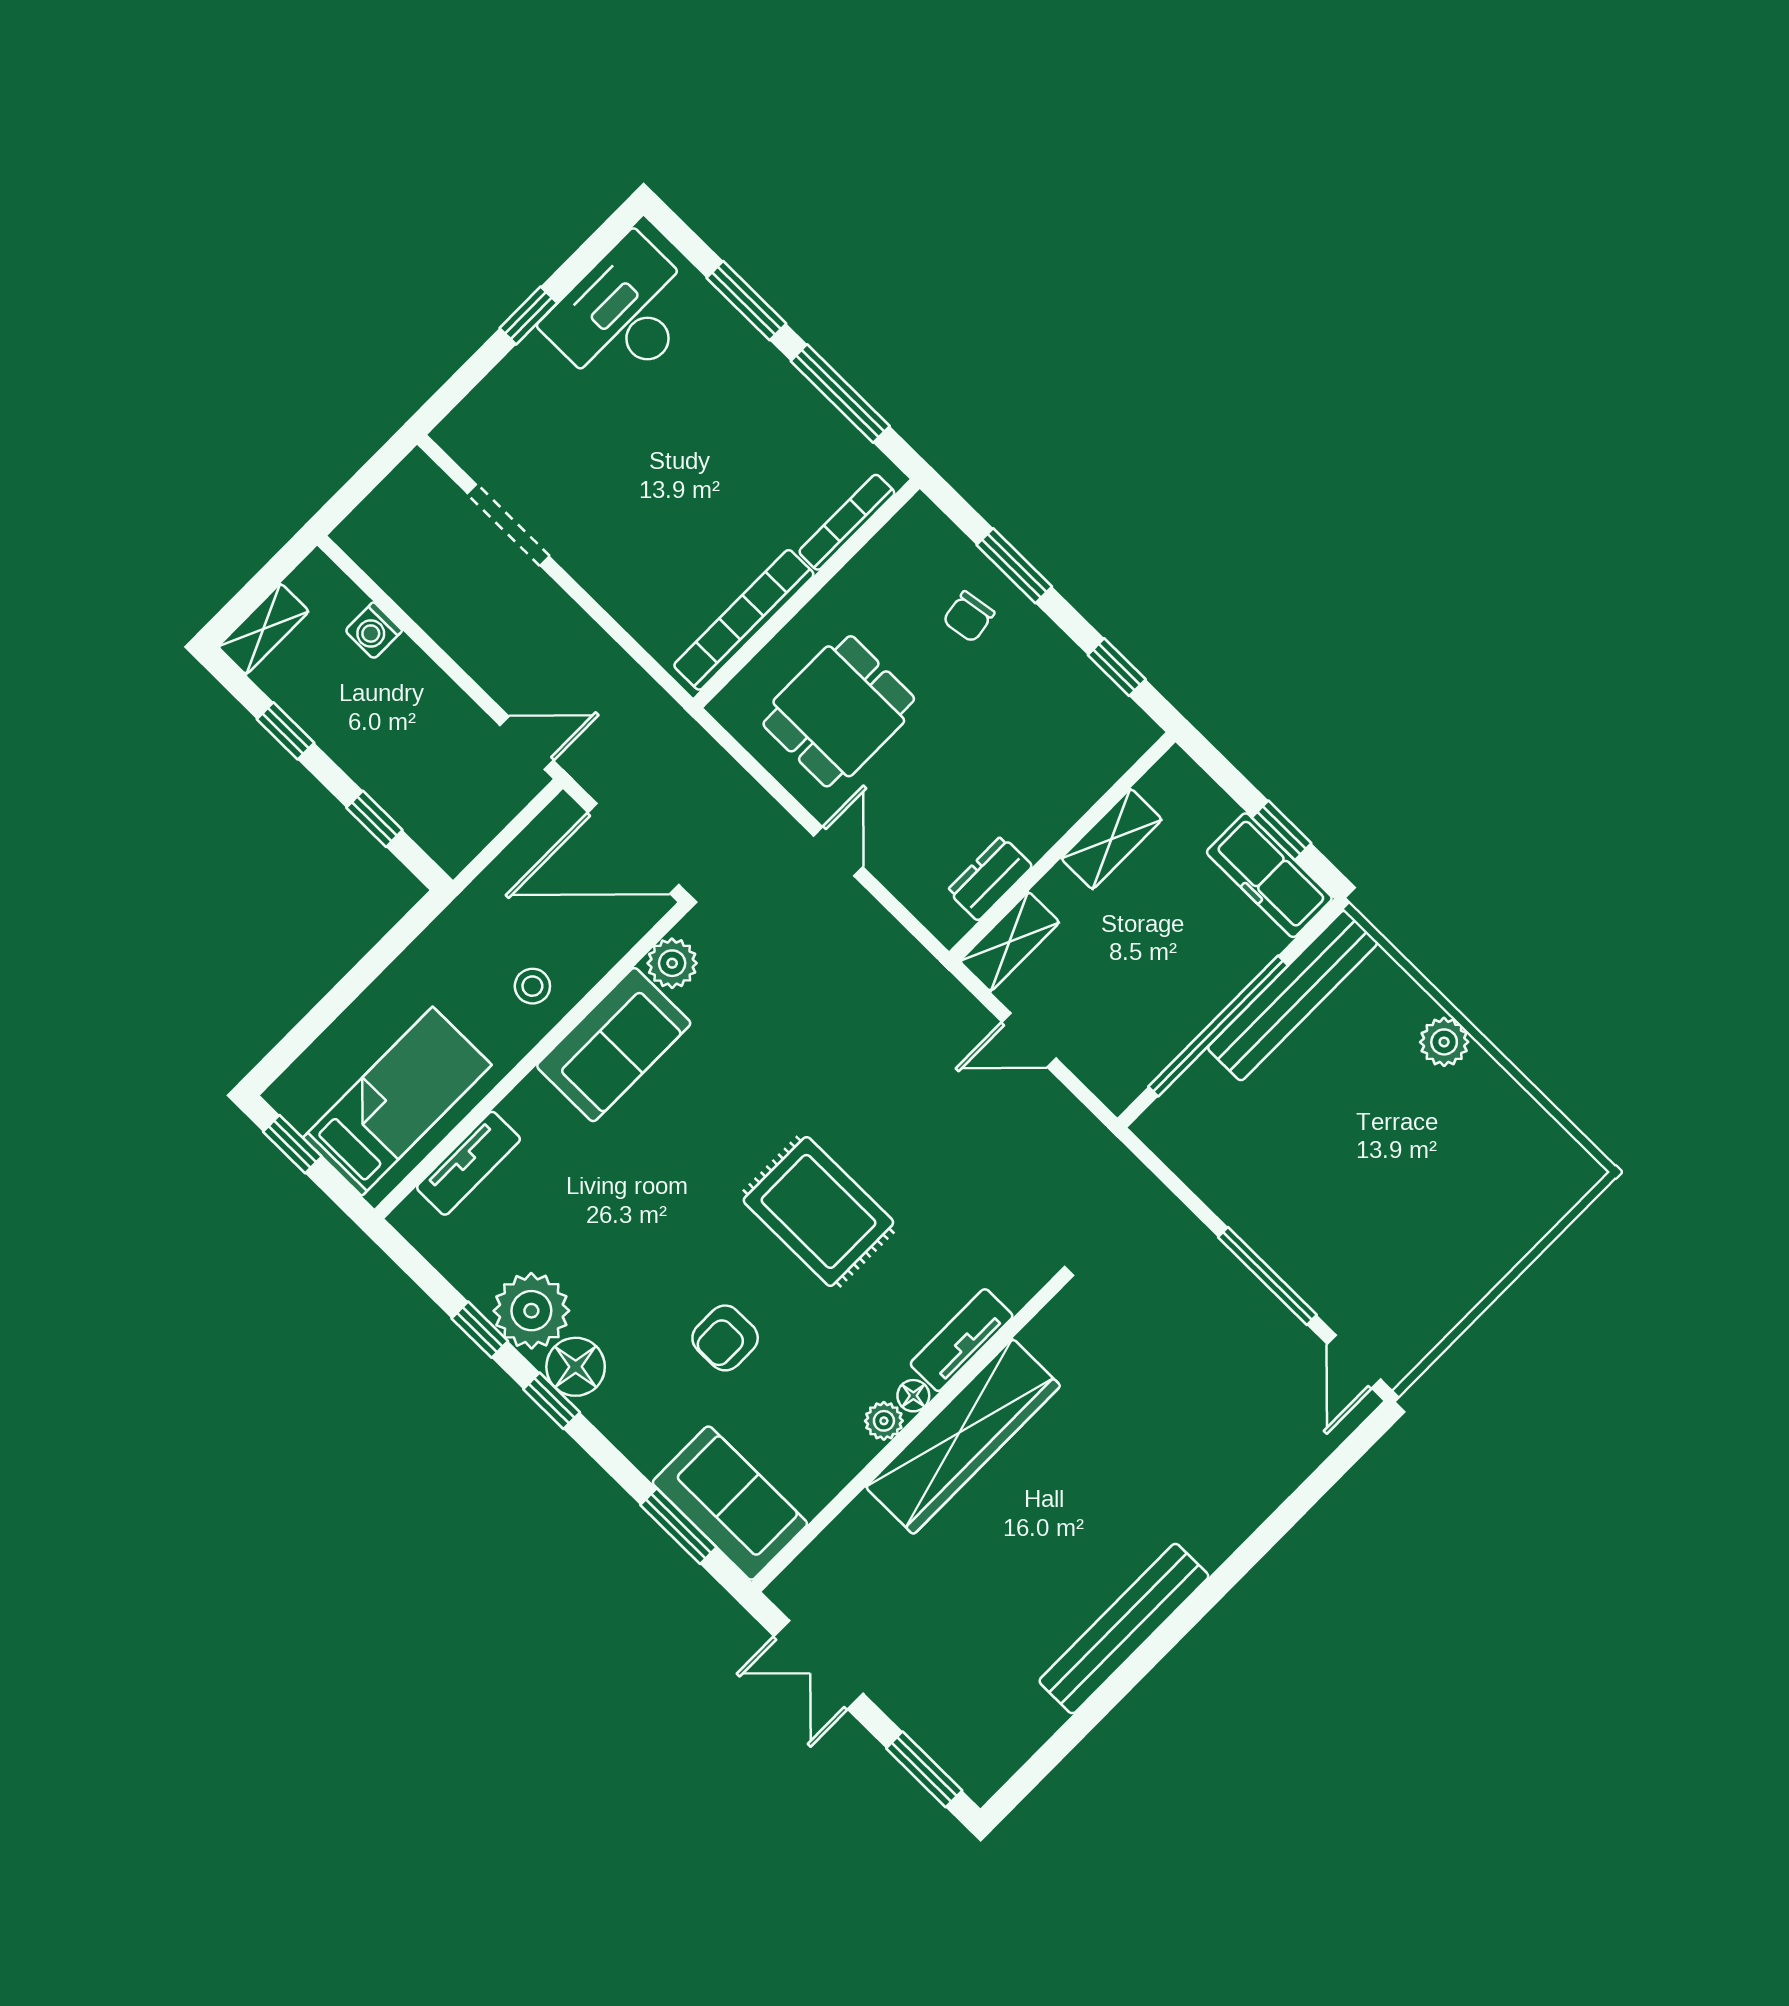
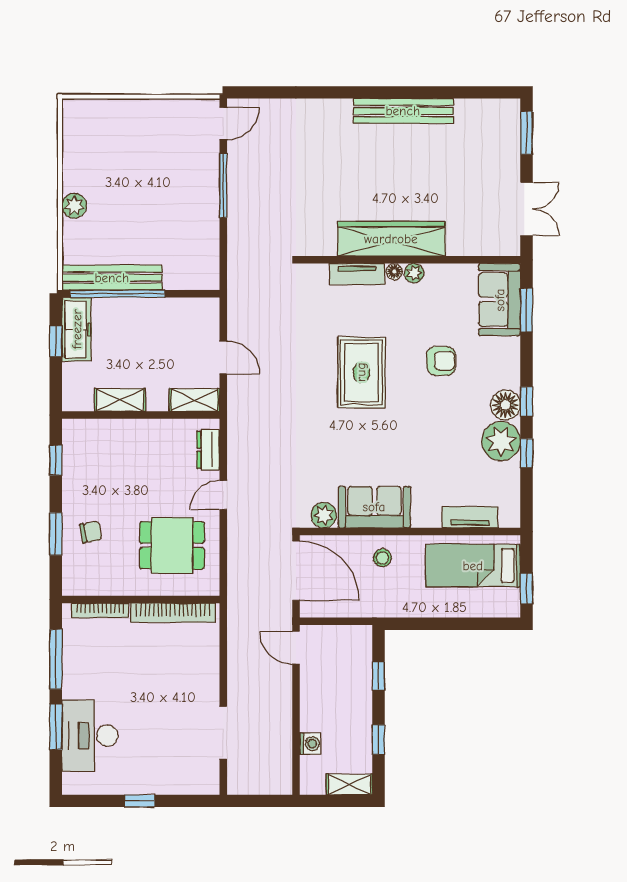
desk: (623, 315) -> (90, 736), moved, turned 90
dresser: (990, 878) -> (208, 450), moved, turned 90
window: (1218, 1026) -> (117, 294), moved

